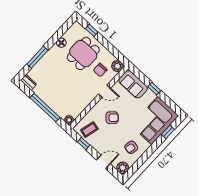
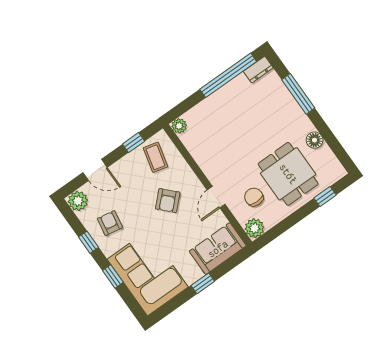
window: (45, 108) -> (228, 75), moved
window: (168, 132) -> (113, 276), moved
window: (144, 157) -> (88, 242), added
door: (103, 162) -> (95, 170), hinge flipped

